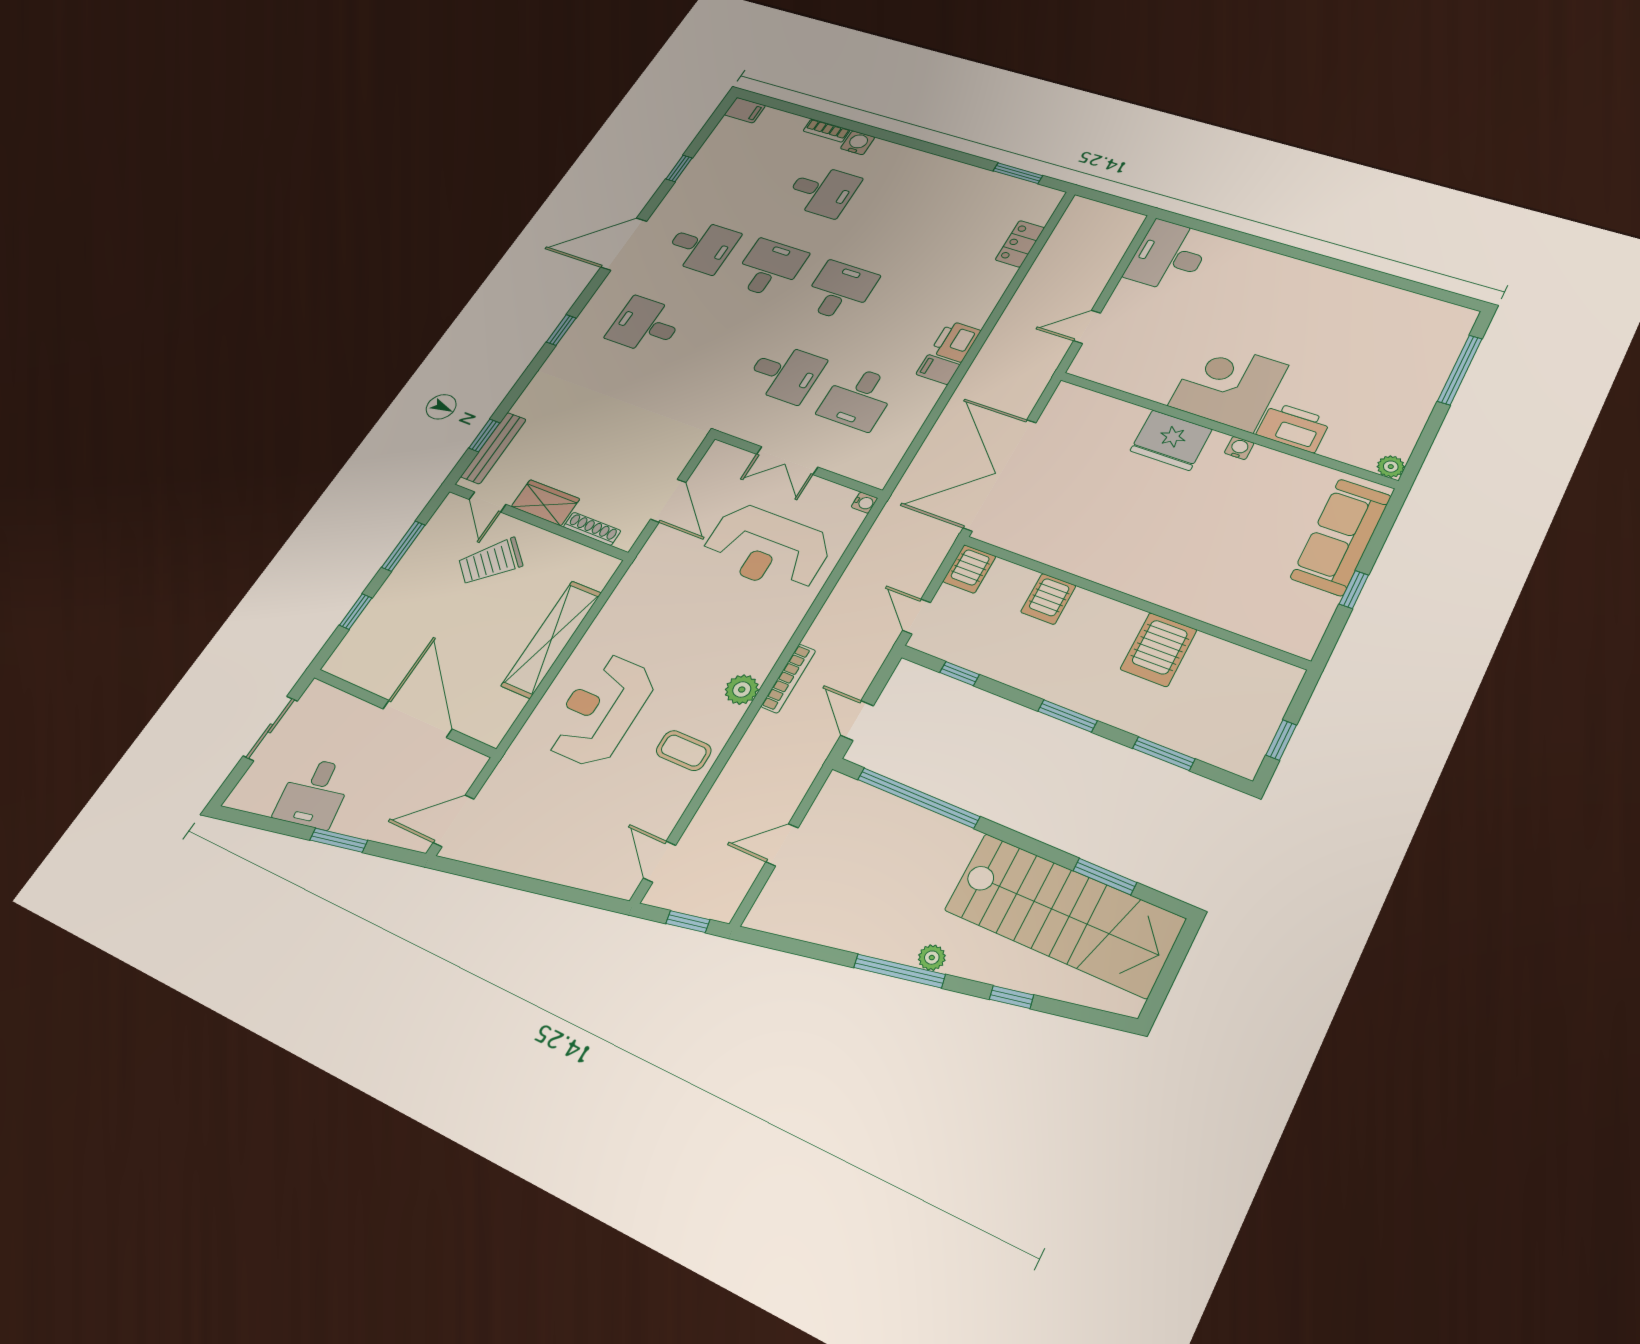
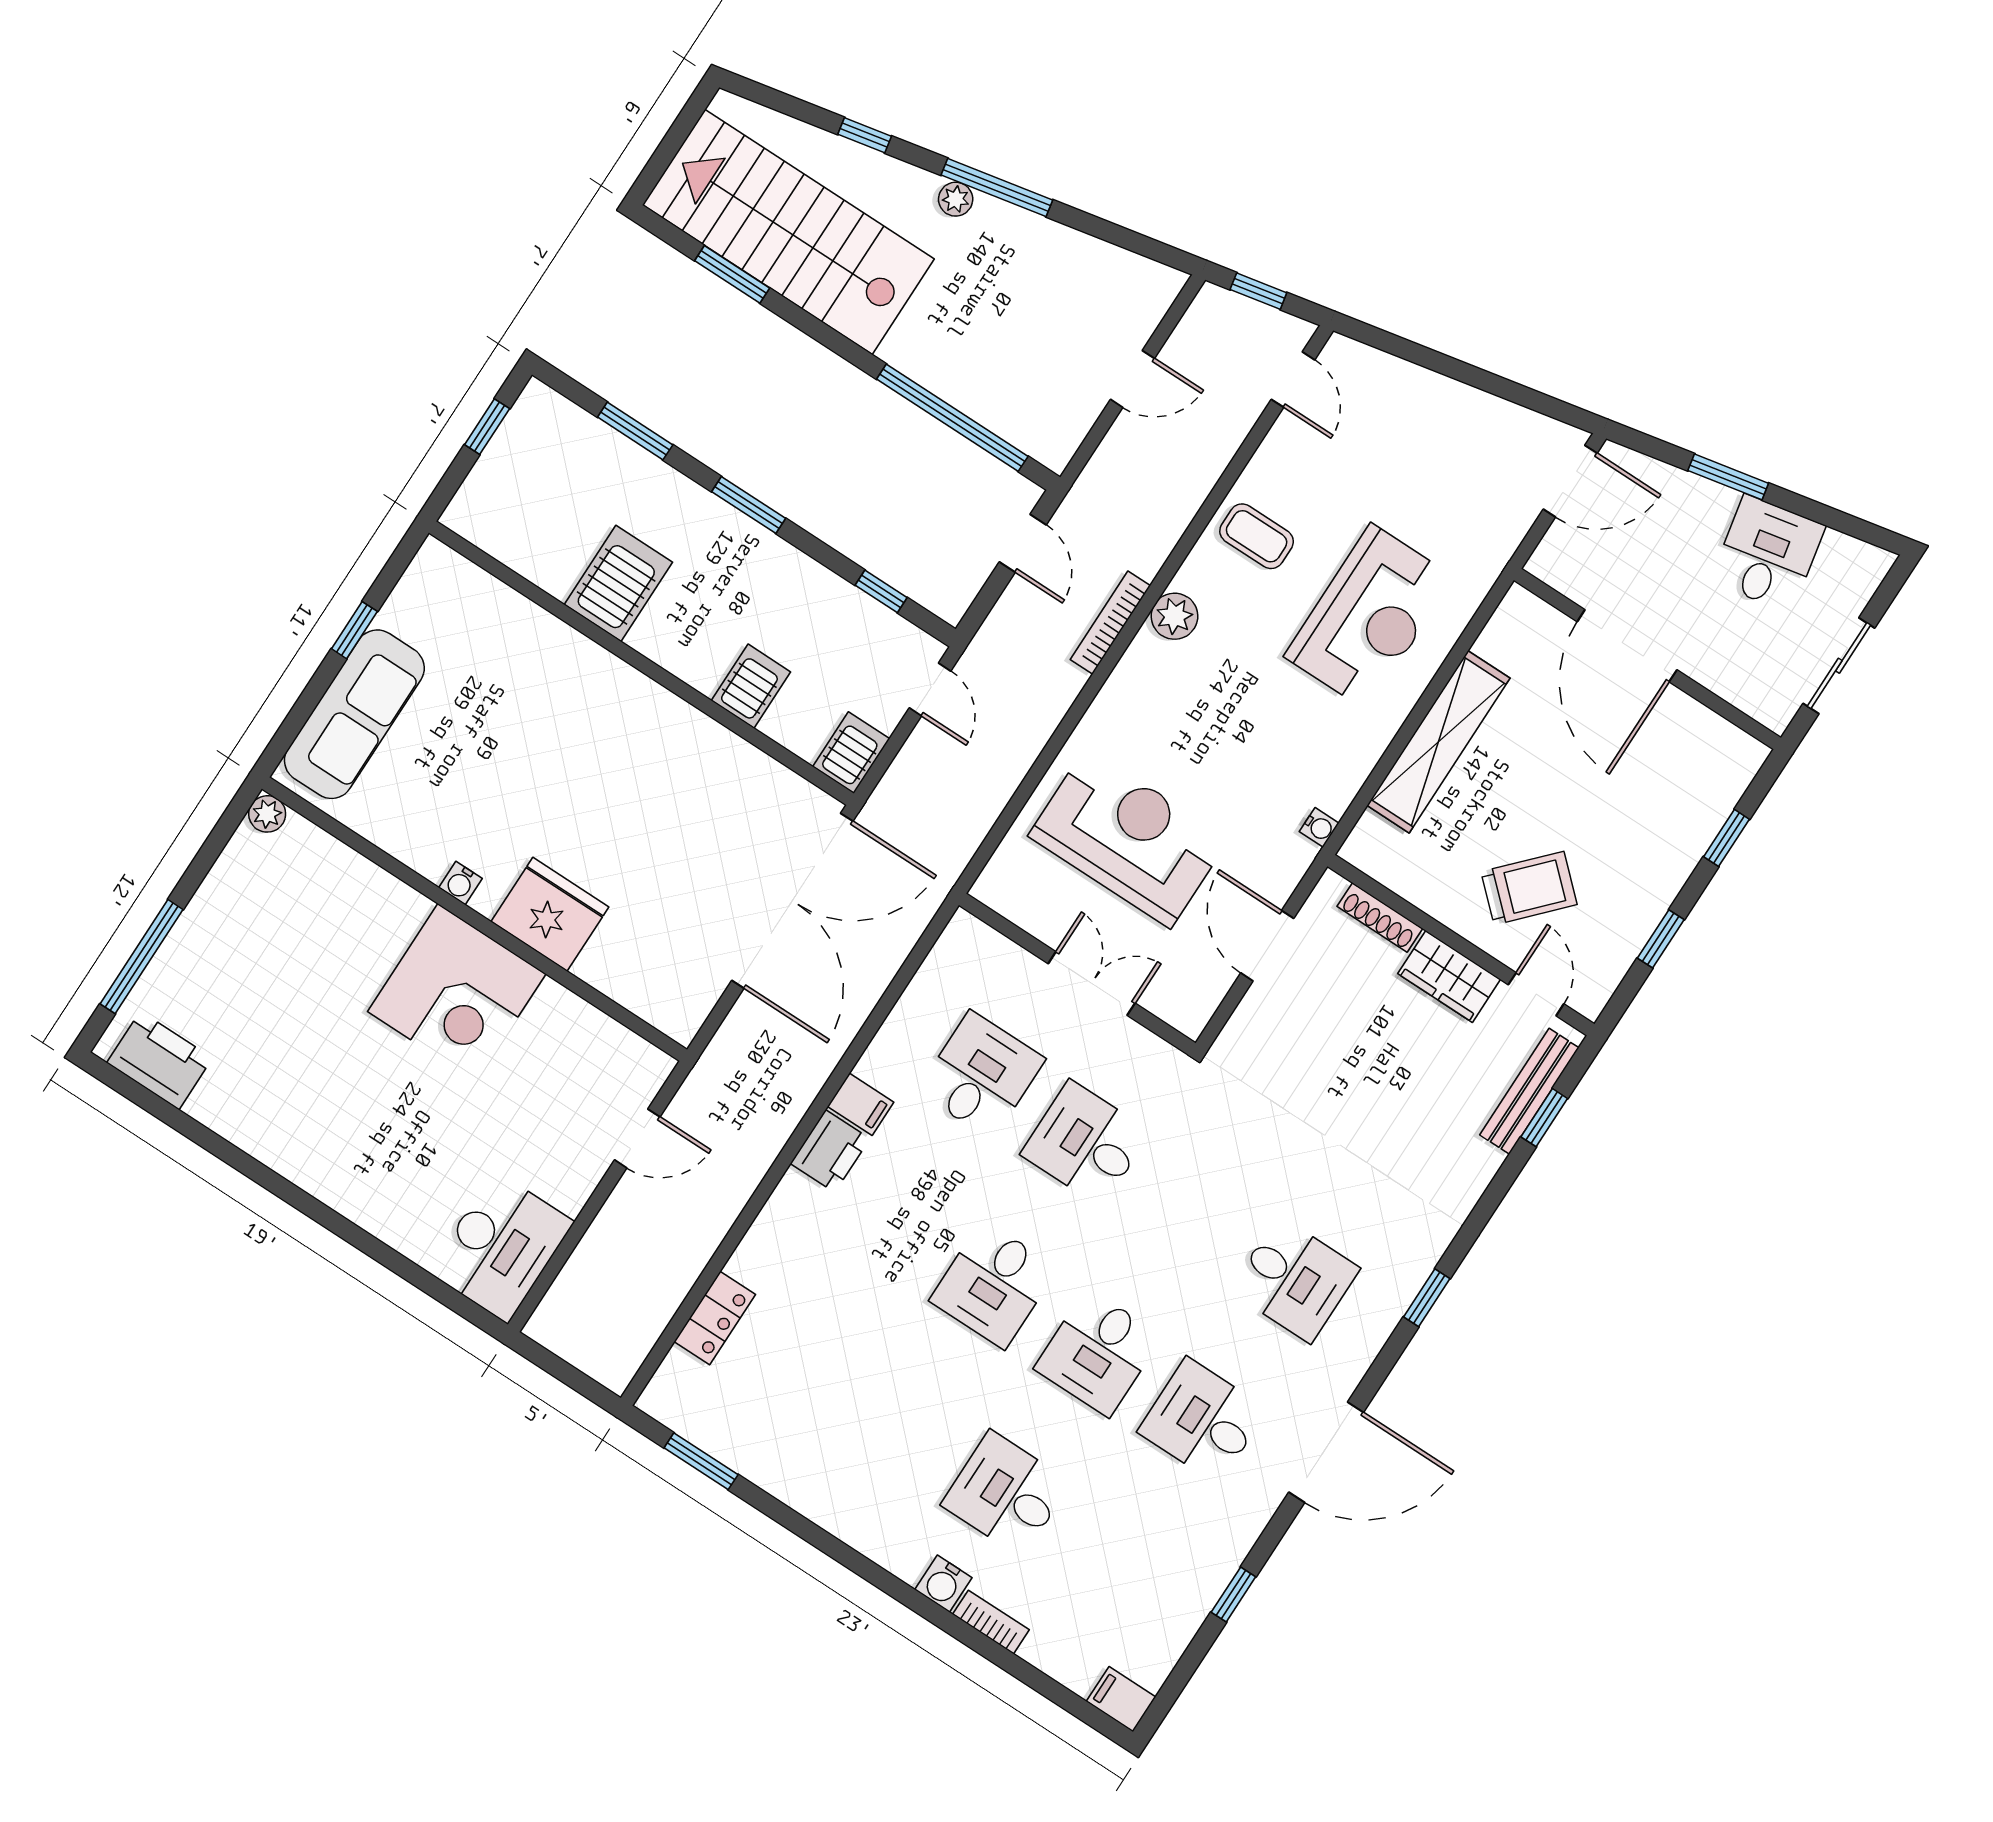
printer: (1293, 427) -> (160, 1060), moved, turned 180
water cooler: (864, 503) -> (1319, 827), moved, turned 180
window: (403, 546) -> (1661, 939), width x0.67

